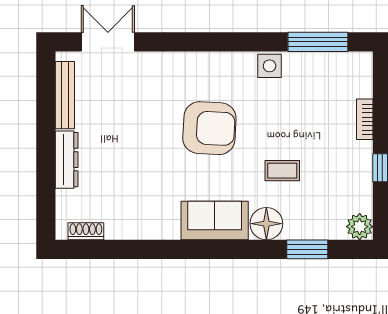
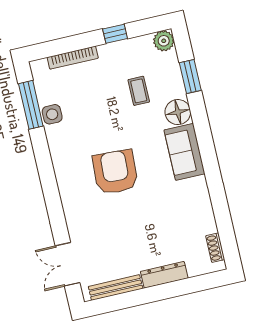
side table: (270, 66) -> (52, 114), moved
bookcase: (365, 119) -> (73, 58), width x1.56
coffee table: (282, 171) -> (139, 91), moved

